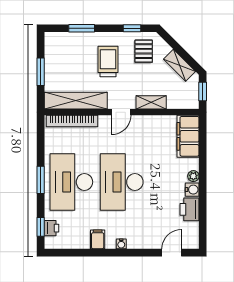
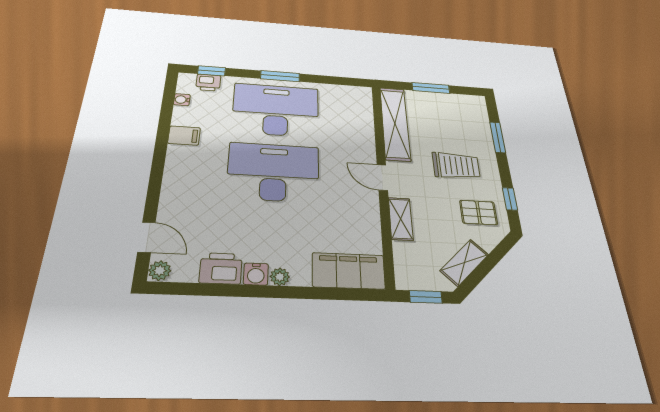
bookcase: (72, 121) -> (365, 117), removed
plant: (192, 243) -> (160, 271), added
water cooler: (121, 244) -> (182, 100), moved

